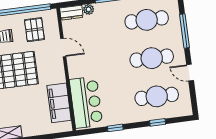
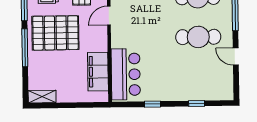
door: (63, 48) -> (109, 16), swing flipped
cafe table: (157, 96) -> (199, 77), removed

